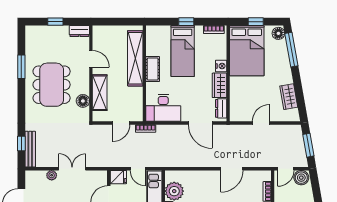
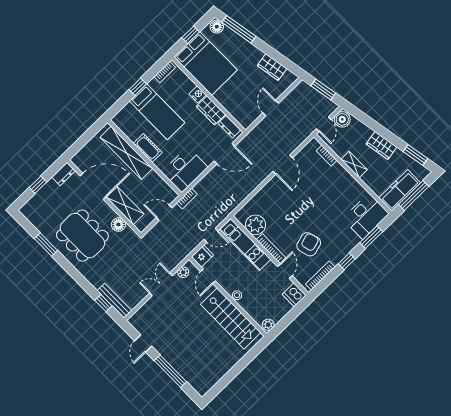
door: (91, 59) -> (93, 186), width x1.88
door: (121, 123) -> (164, 213), swing flipped
plant: (52, 175) -> (183, 272), moved

